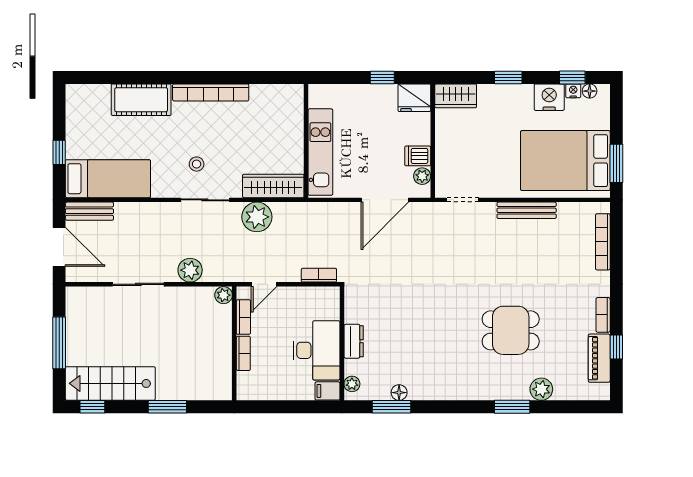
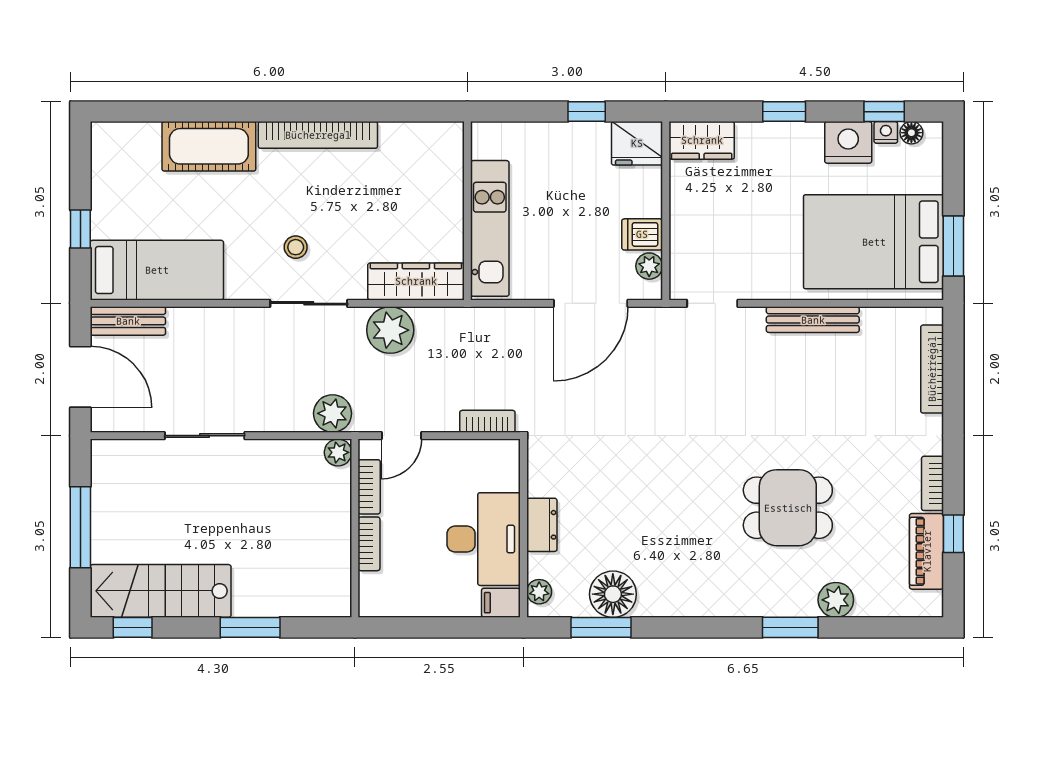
plant: (190, 270) -> (333, 413), moved
floor lamp: (399, 393) -> (613, 594), width x1.89, depth x1.89

